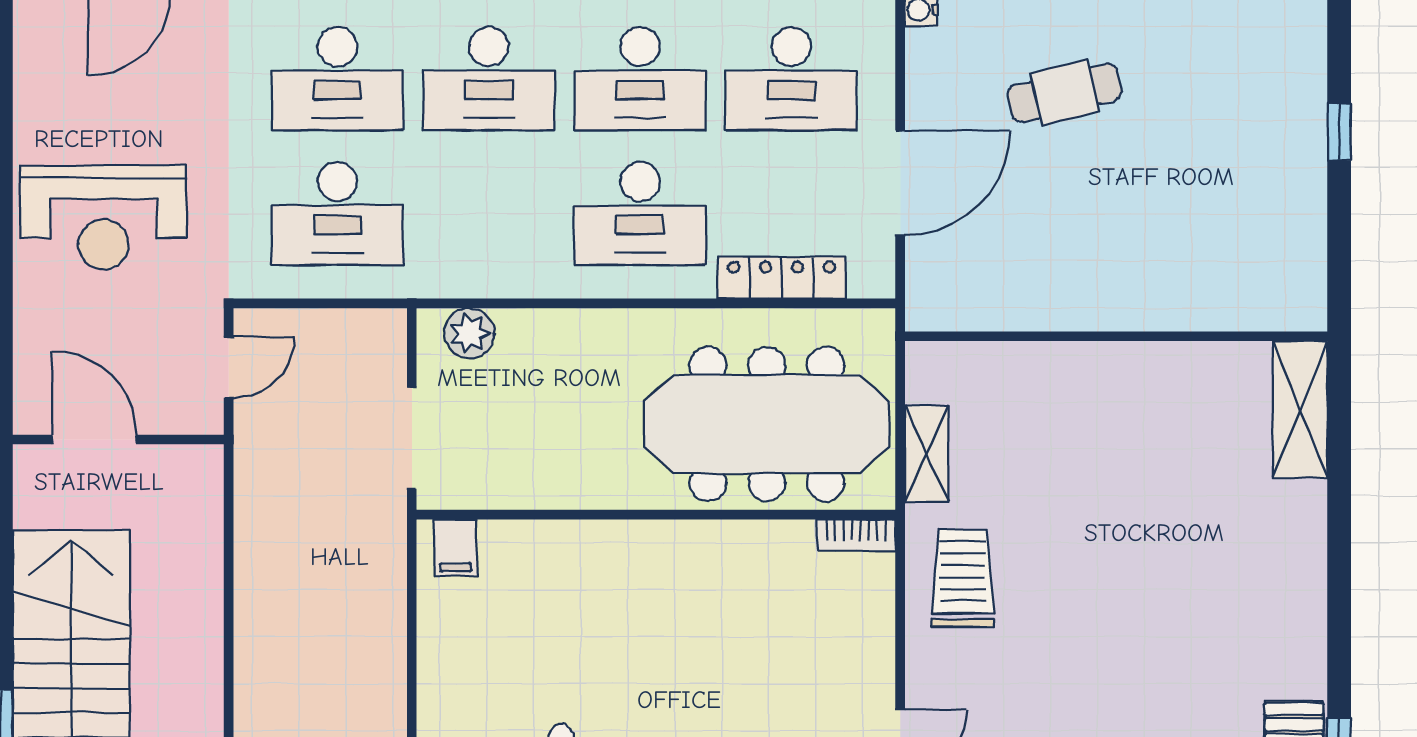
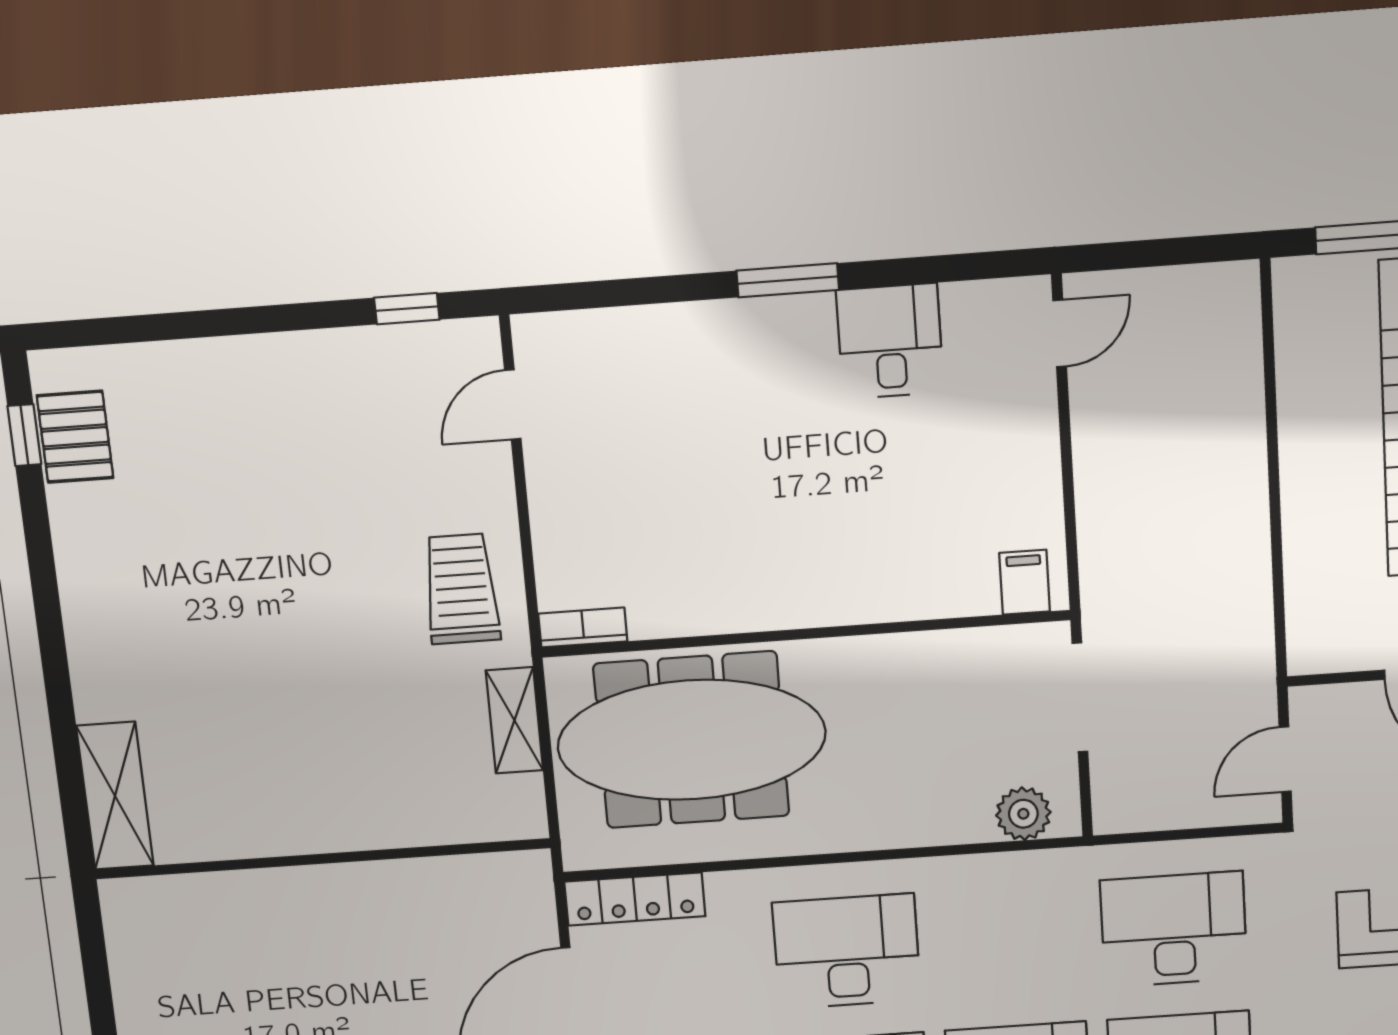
locker: (782, 278) -> (635, 899), moved
trolley: (963, 578) -> (461, 589), turned 180

